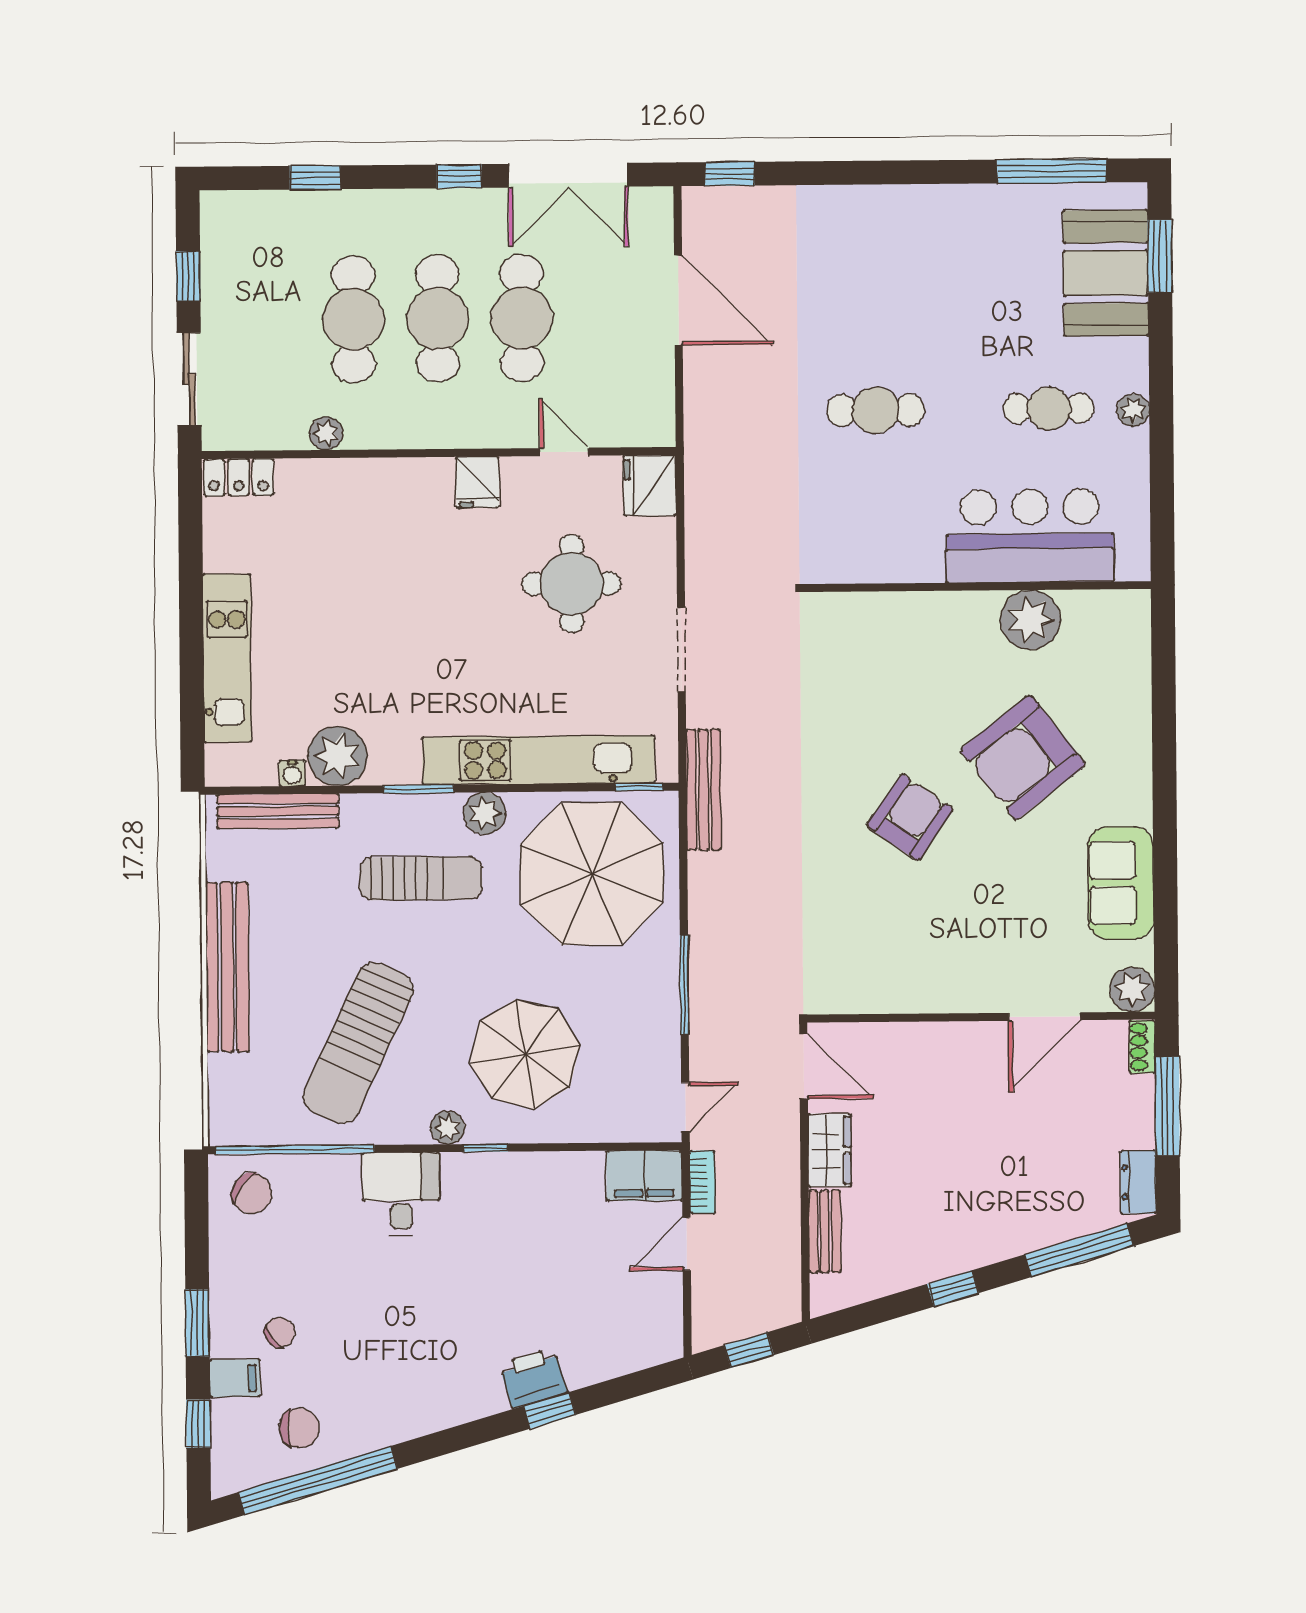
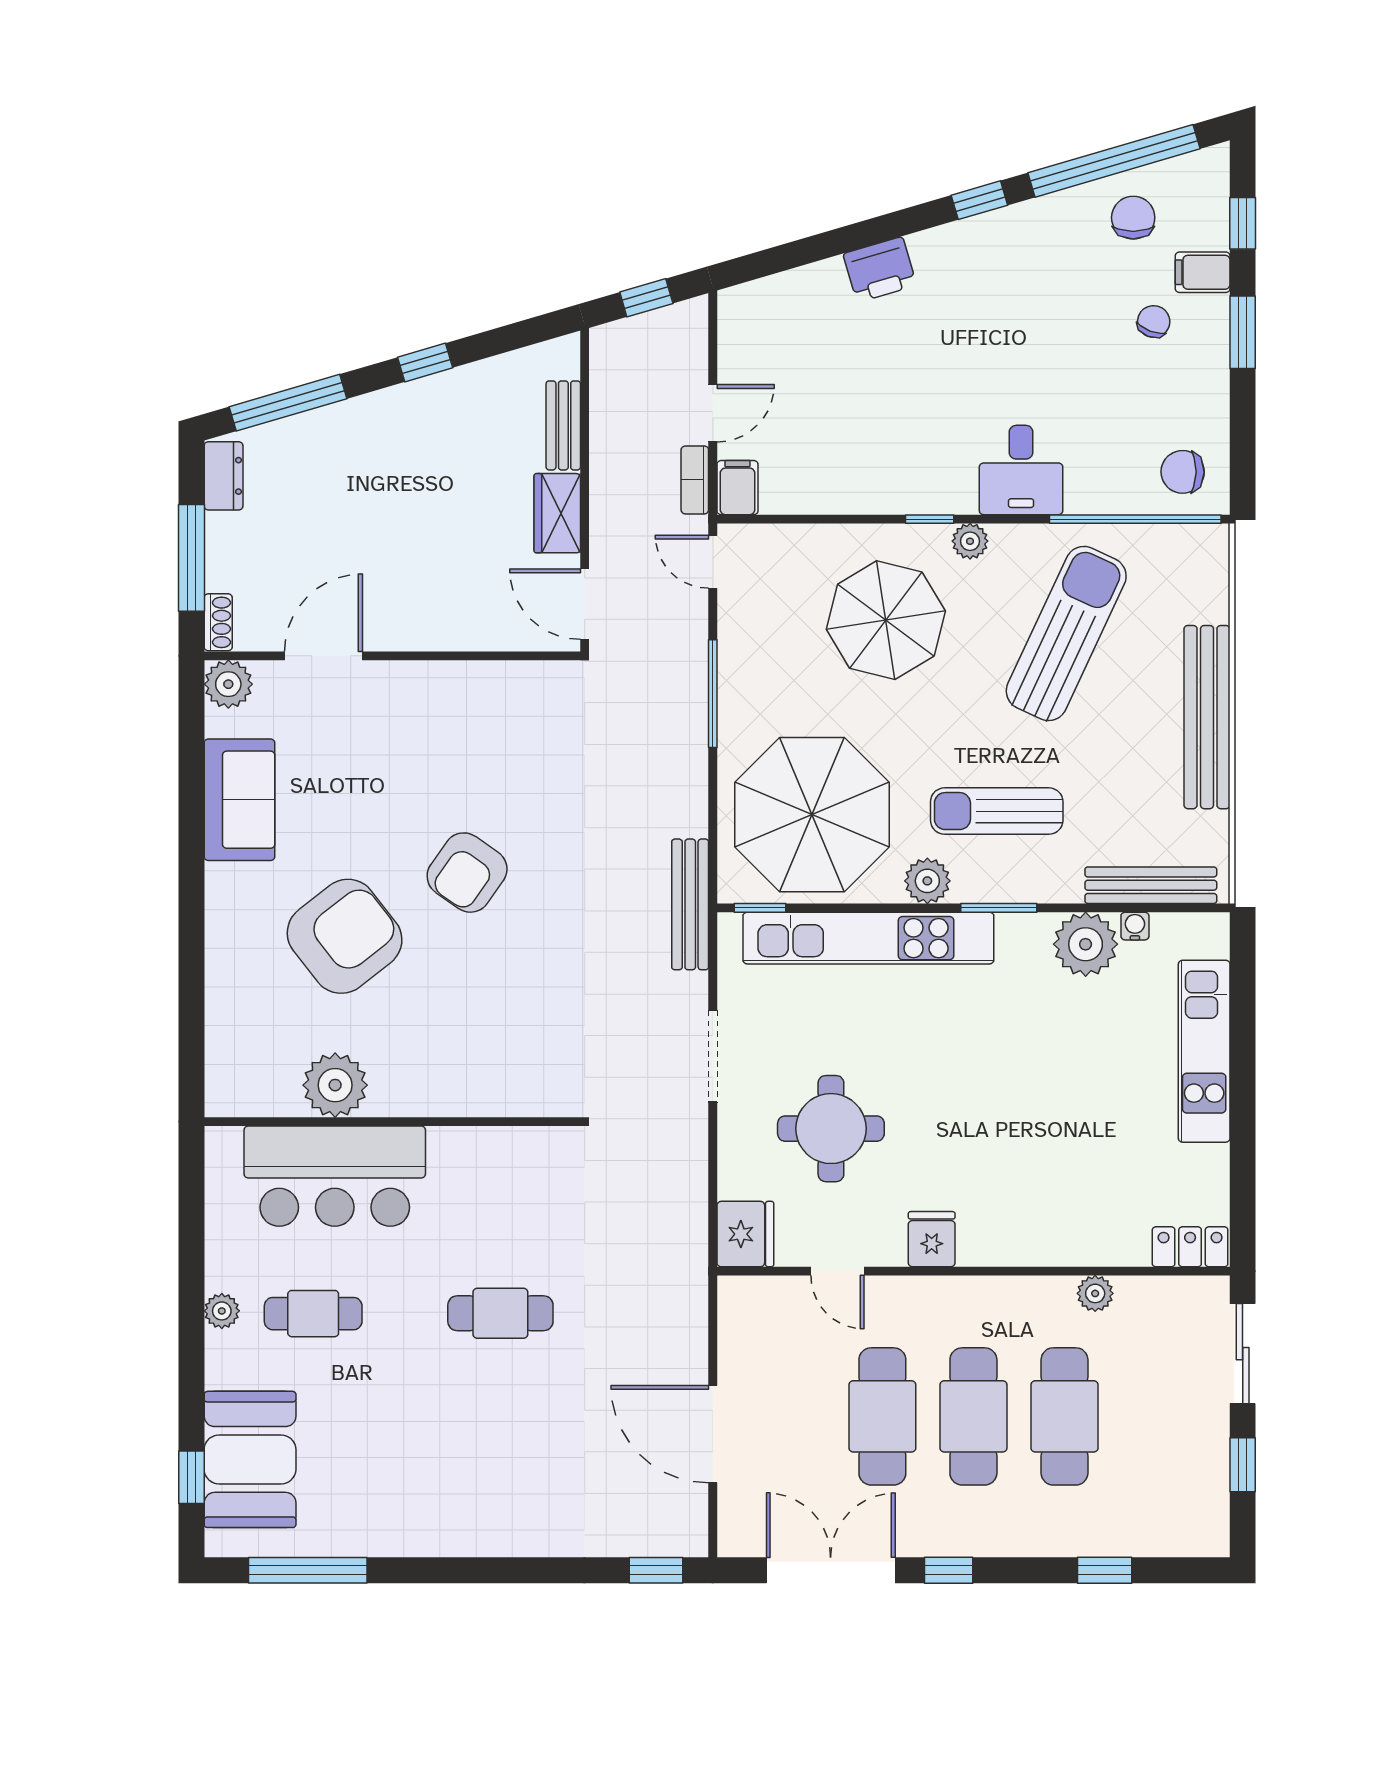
window: (1160, 256) -> (191, 1477), width x0.67
door: (685, 1107) -> (713, 562), hinge flipped
filing cabinet: (644, 1176) -> (737, 488), width x0.50
chair: (252, 1193) -> (1183, 472), turned -37
chair: (280, 1332) -> (1154, 322), turned 147
window: (550, 1410) -> (979, 200), moved
chair: (299, 1428) -> (1133, 218), turned 90

